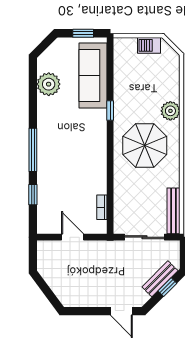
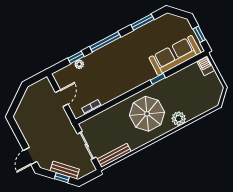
barbecue: (149, 45) -> (206, 66), moved
plant: (49, 84) -> (79, 64), moved, width x0.53, depth x0.53
window: (33, 93) -> (142, 22), added

